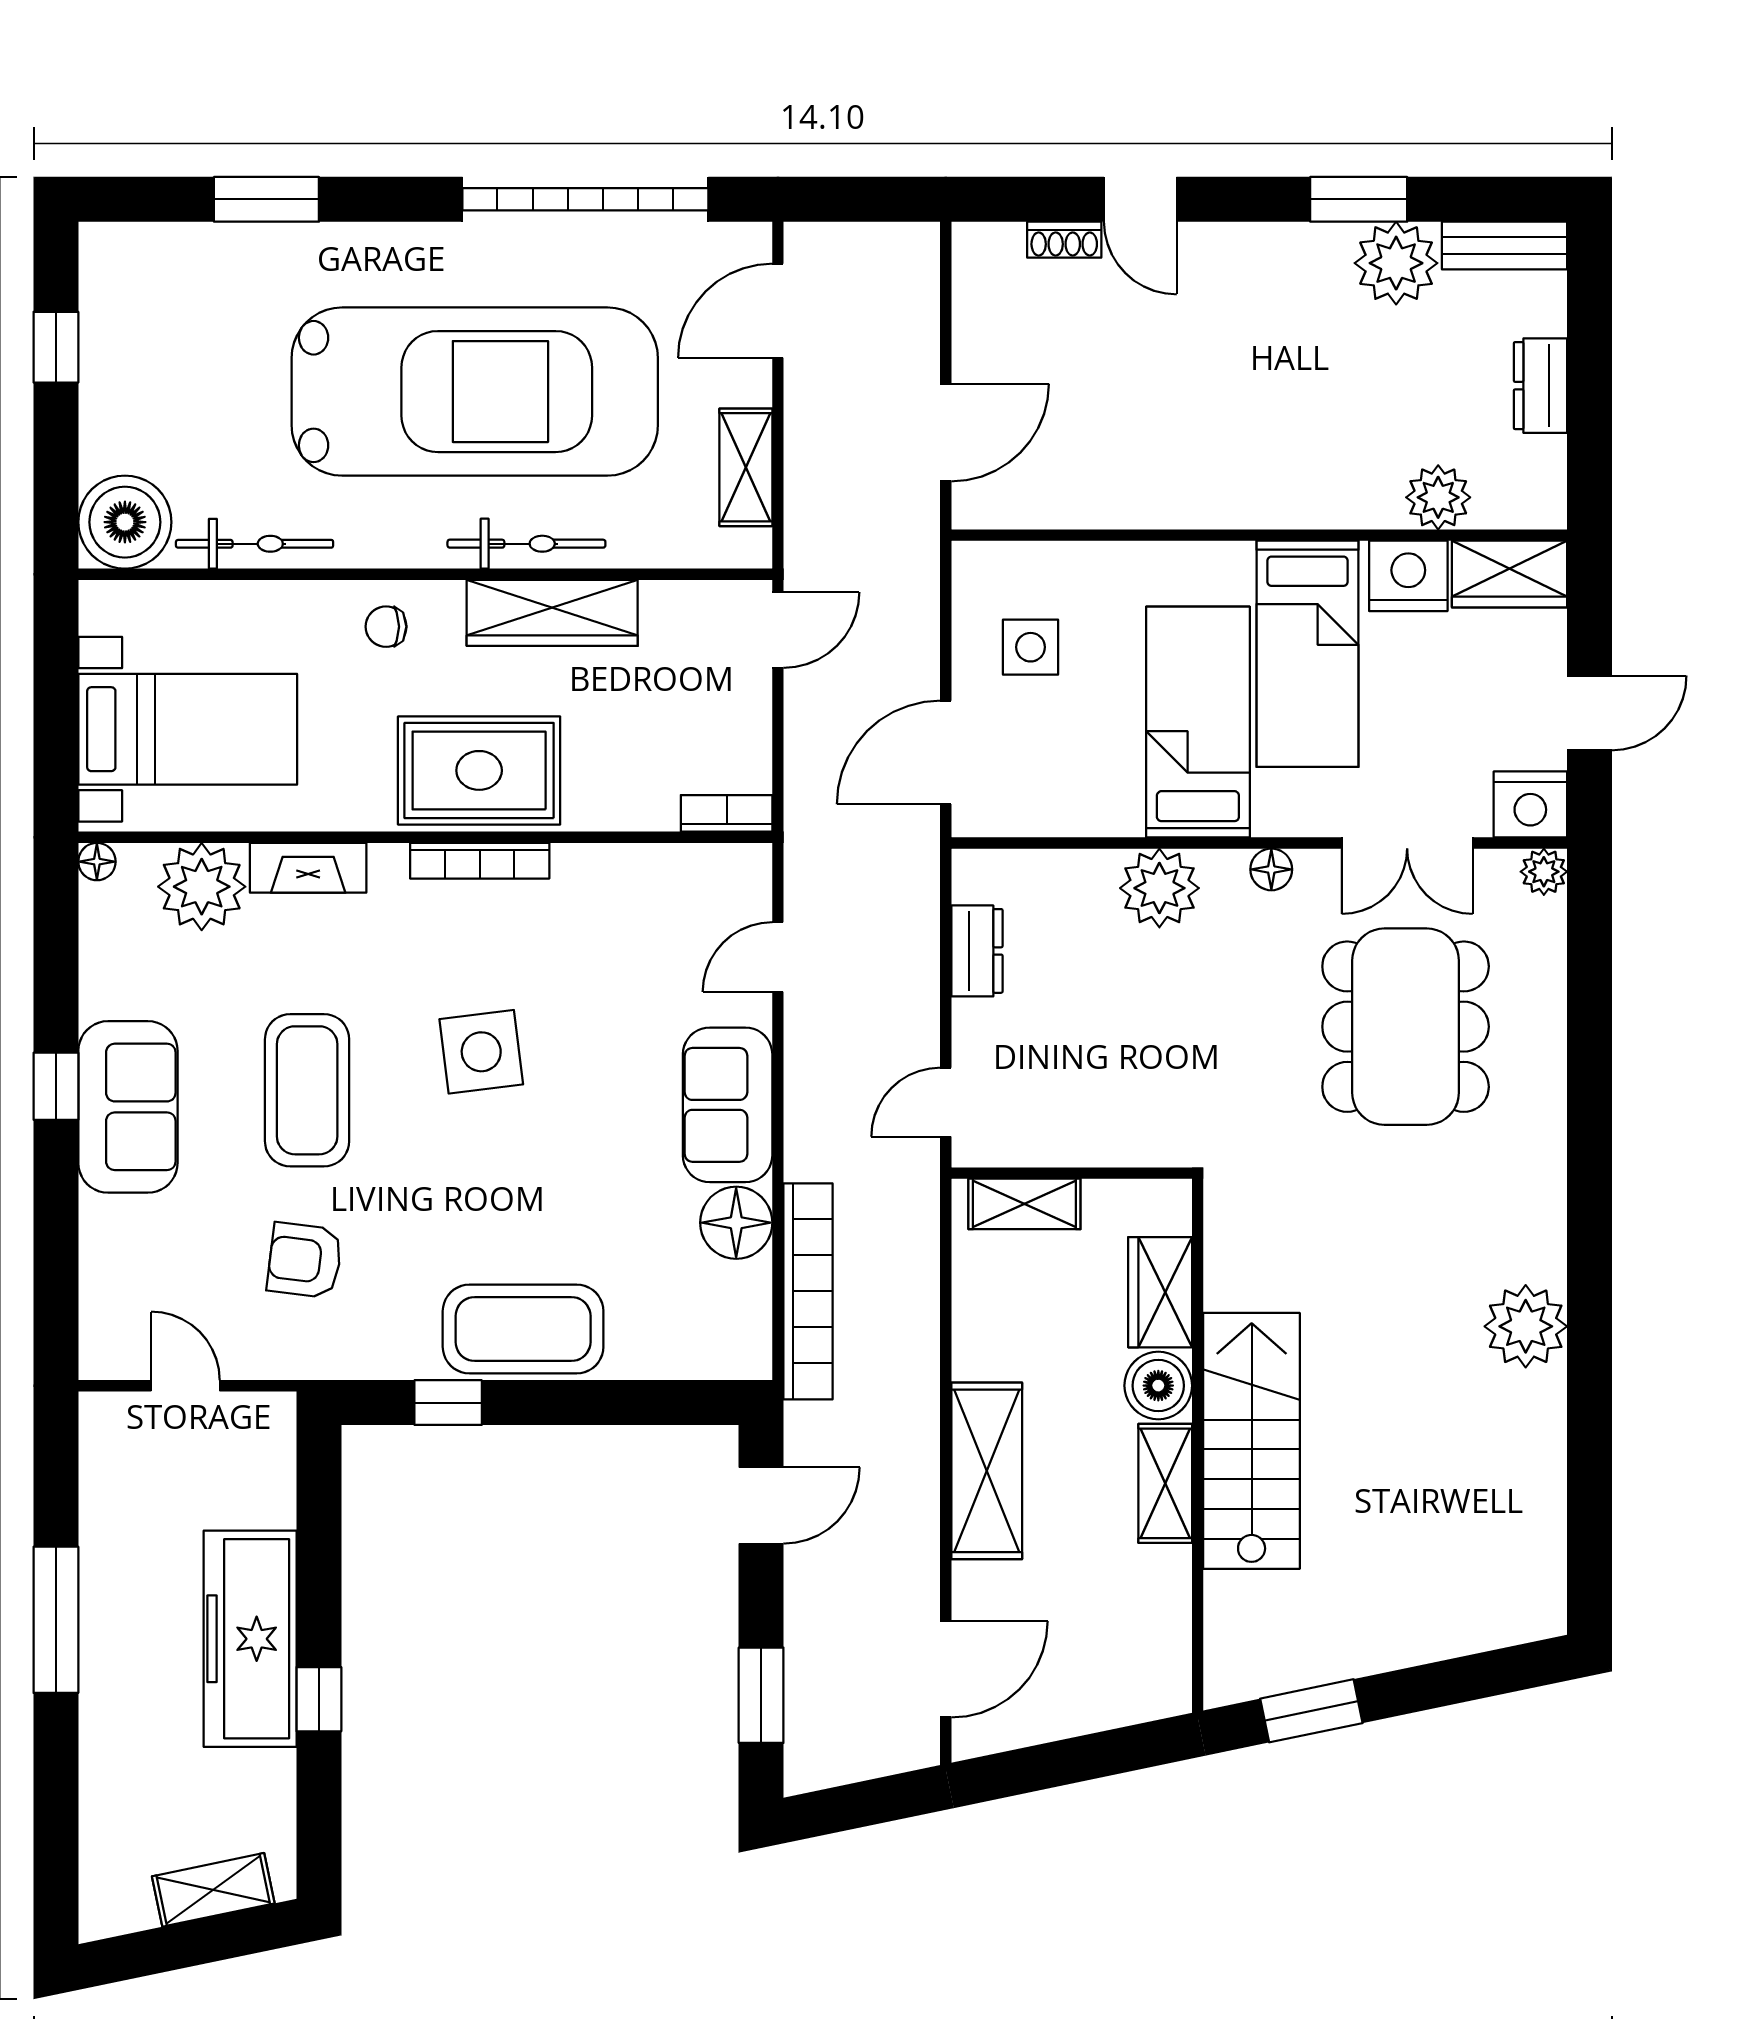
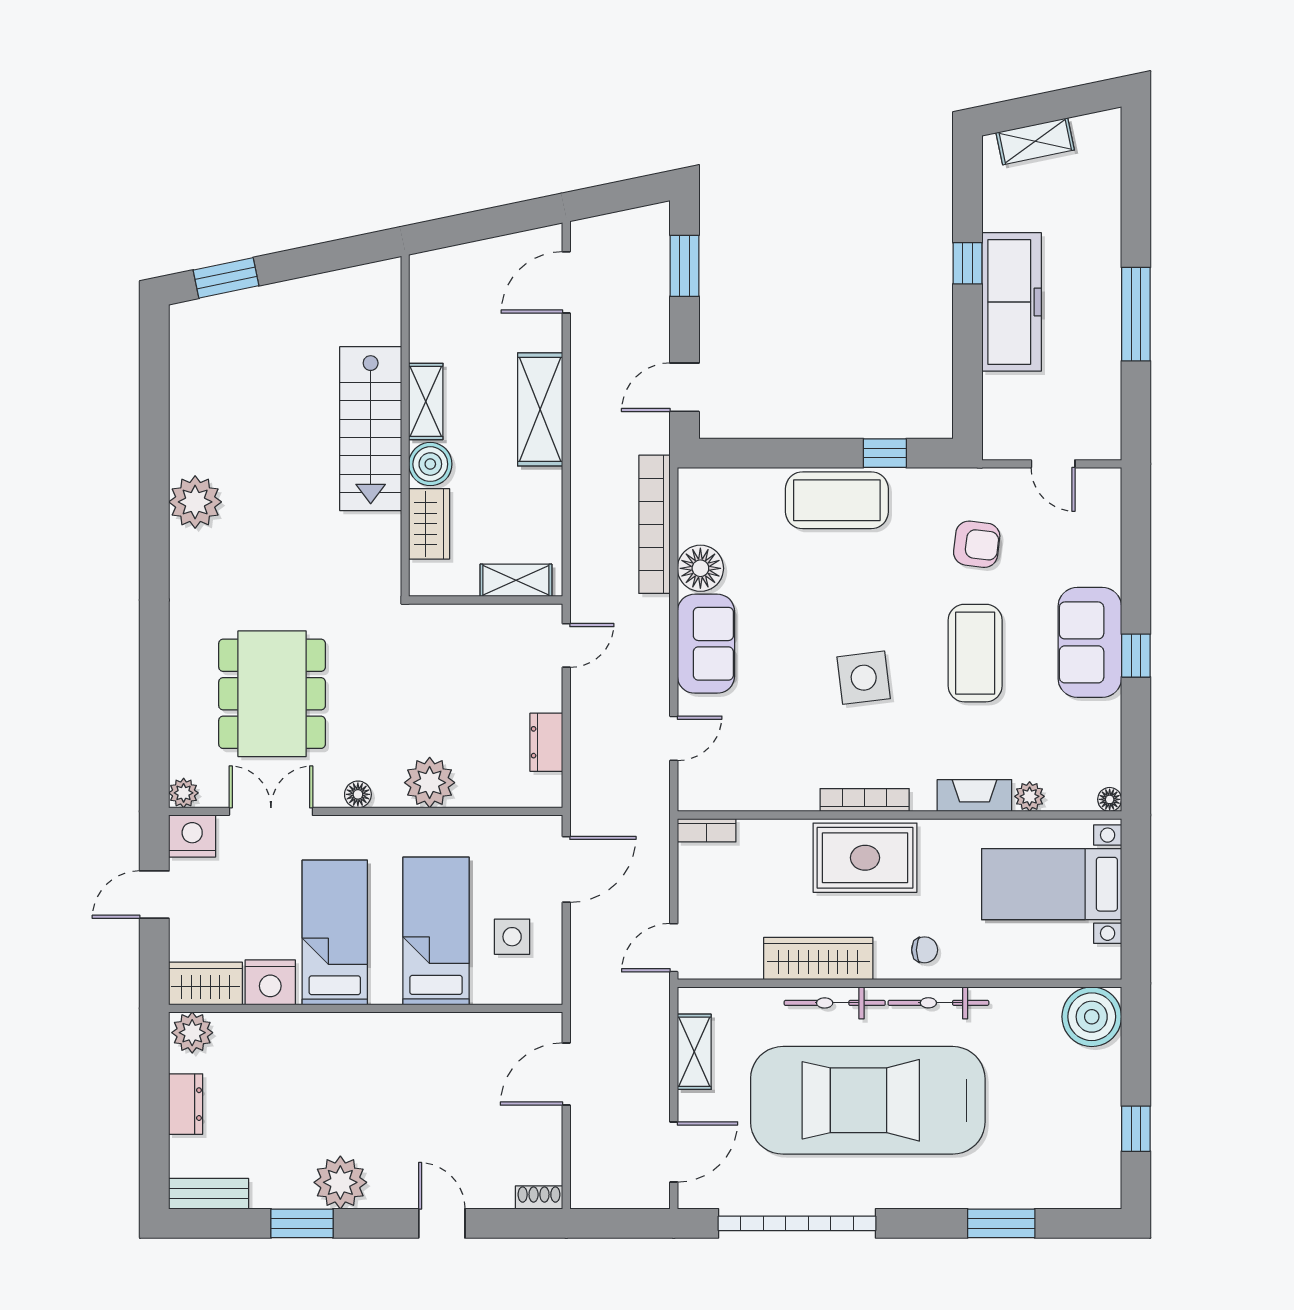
shoe rack: (1064, 240) -> (539, 1197), moved
plant: (1396, 263) -> (340, 1182), moved
plant: (1438, 497) -> (192, 1033), moved
bicycle: (255, 544) -> (938, 1003), moved
bed: (1198, 722) -> (436, 931), moved, turned 180
plant: (202, 887) -> (1030, 796), width x0.53, depth x0.53
window: (1311, 1711) -> (226, 278), moved

